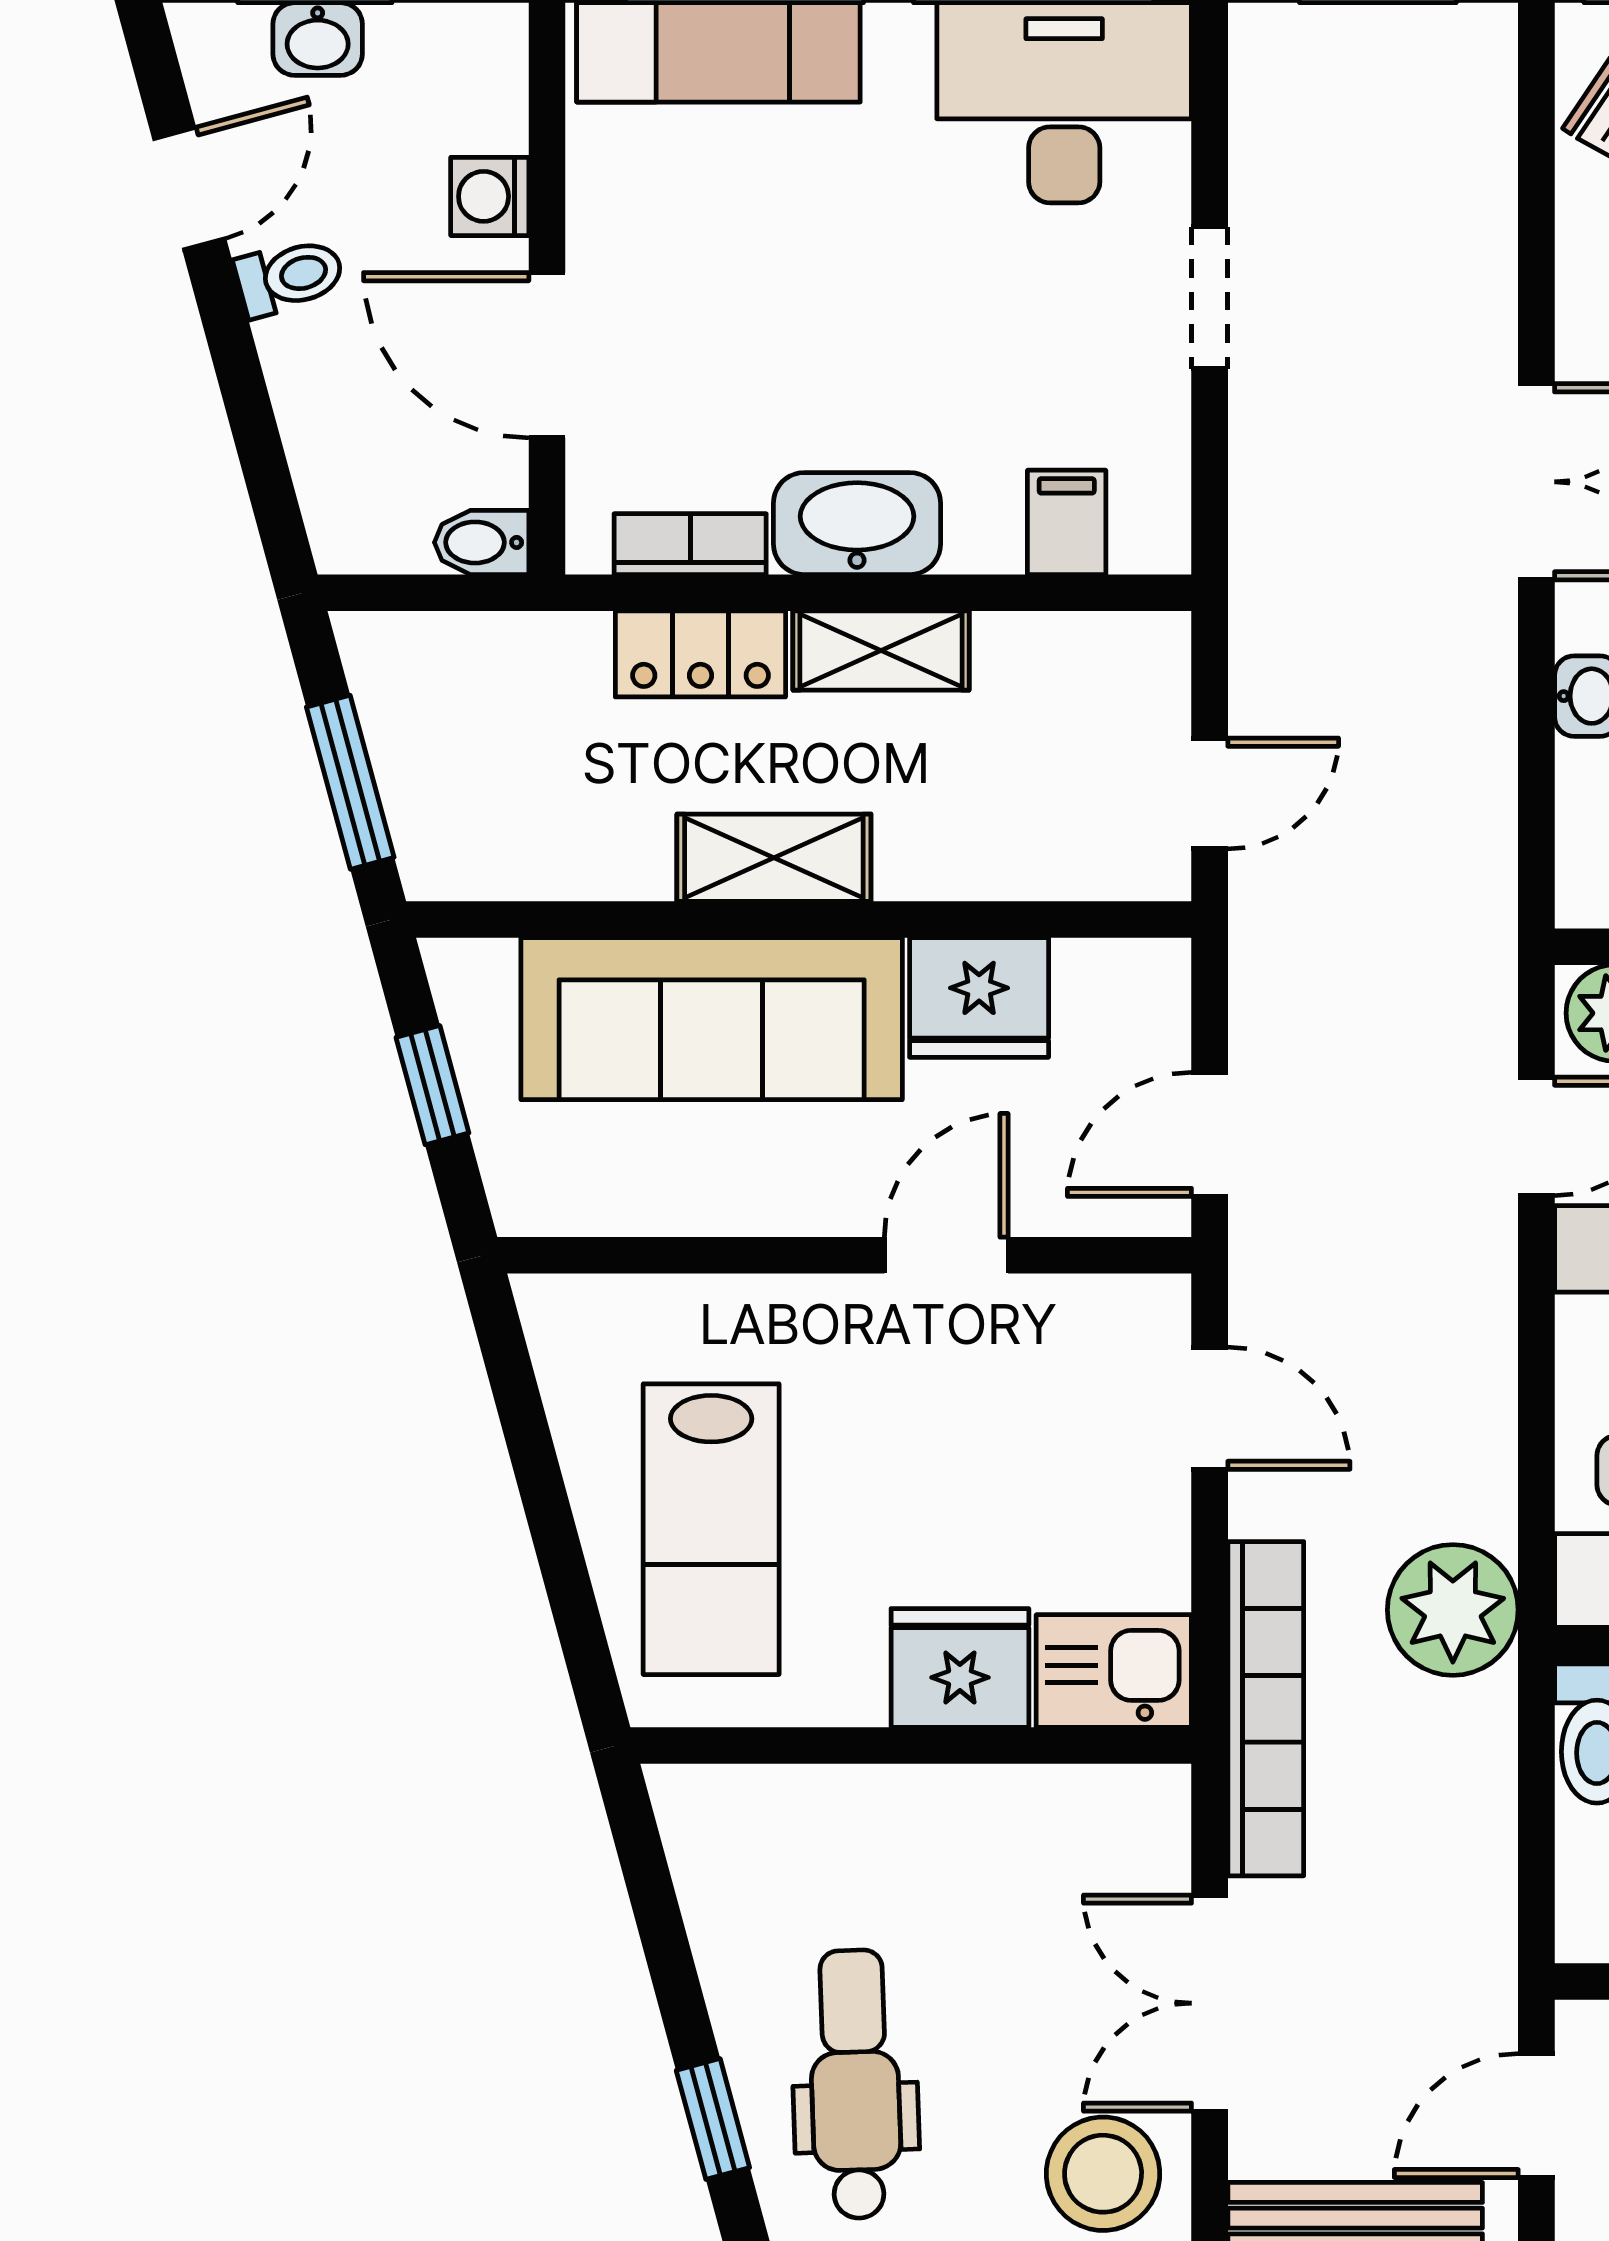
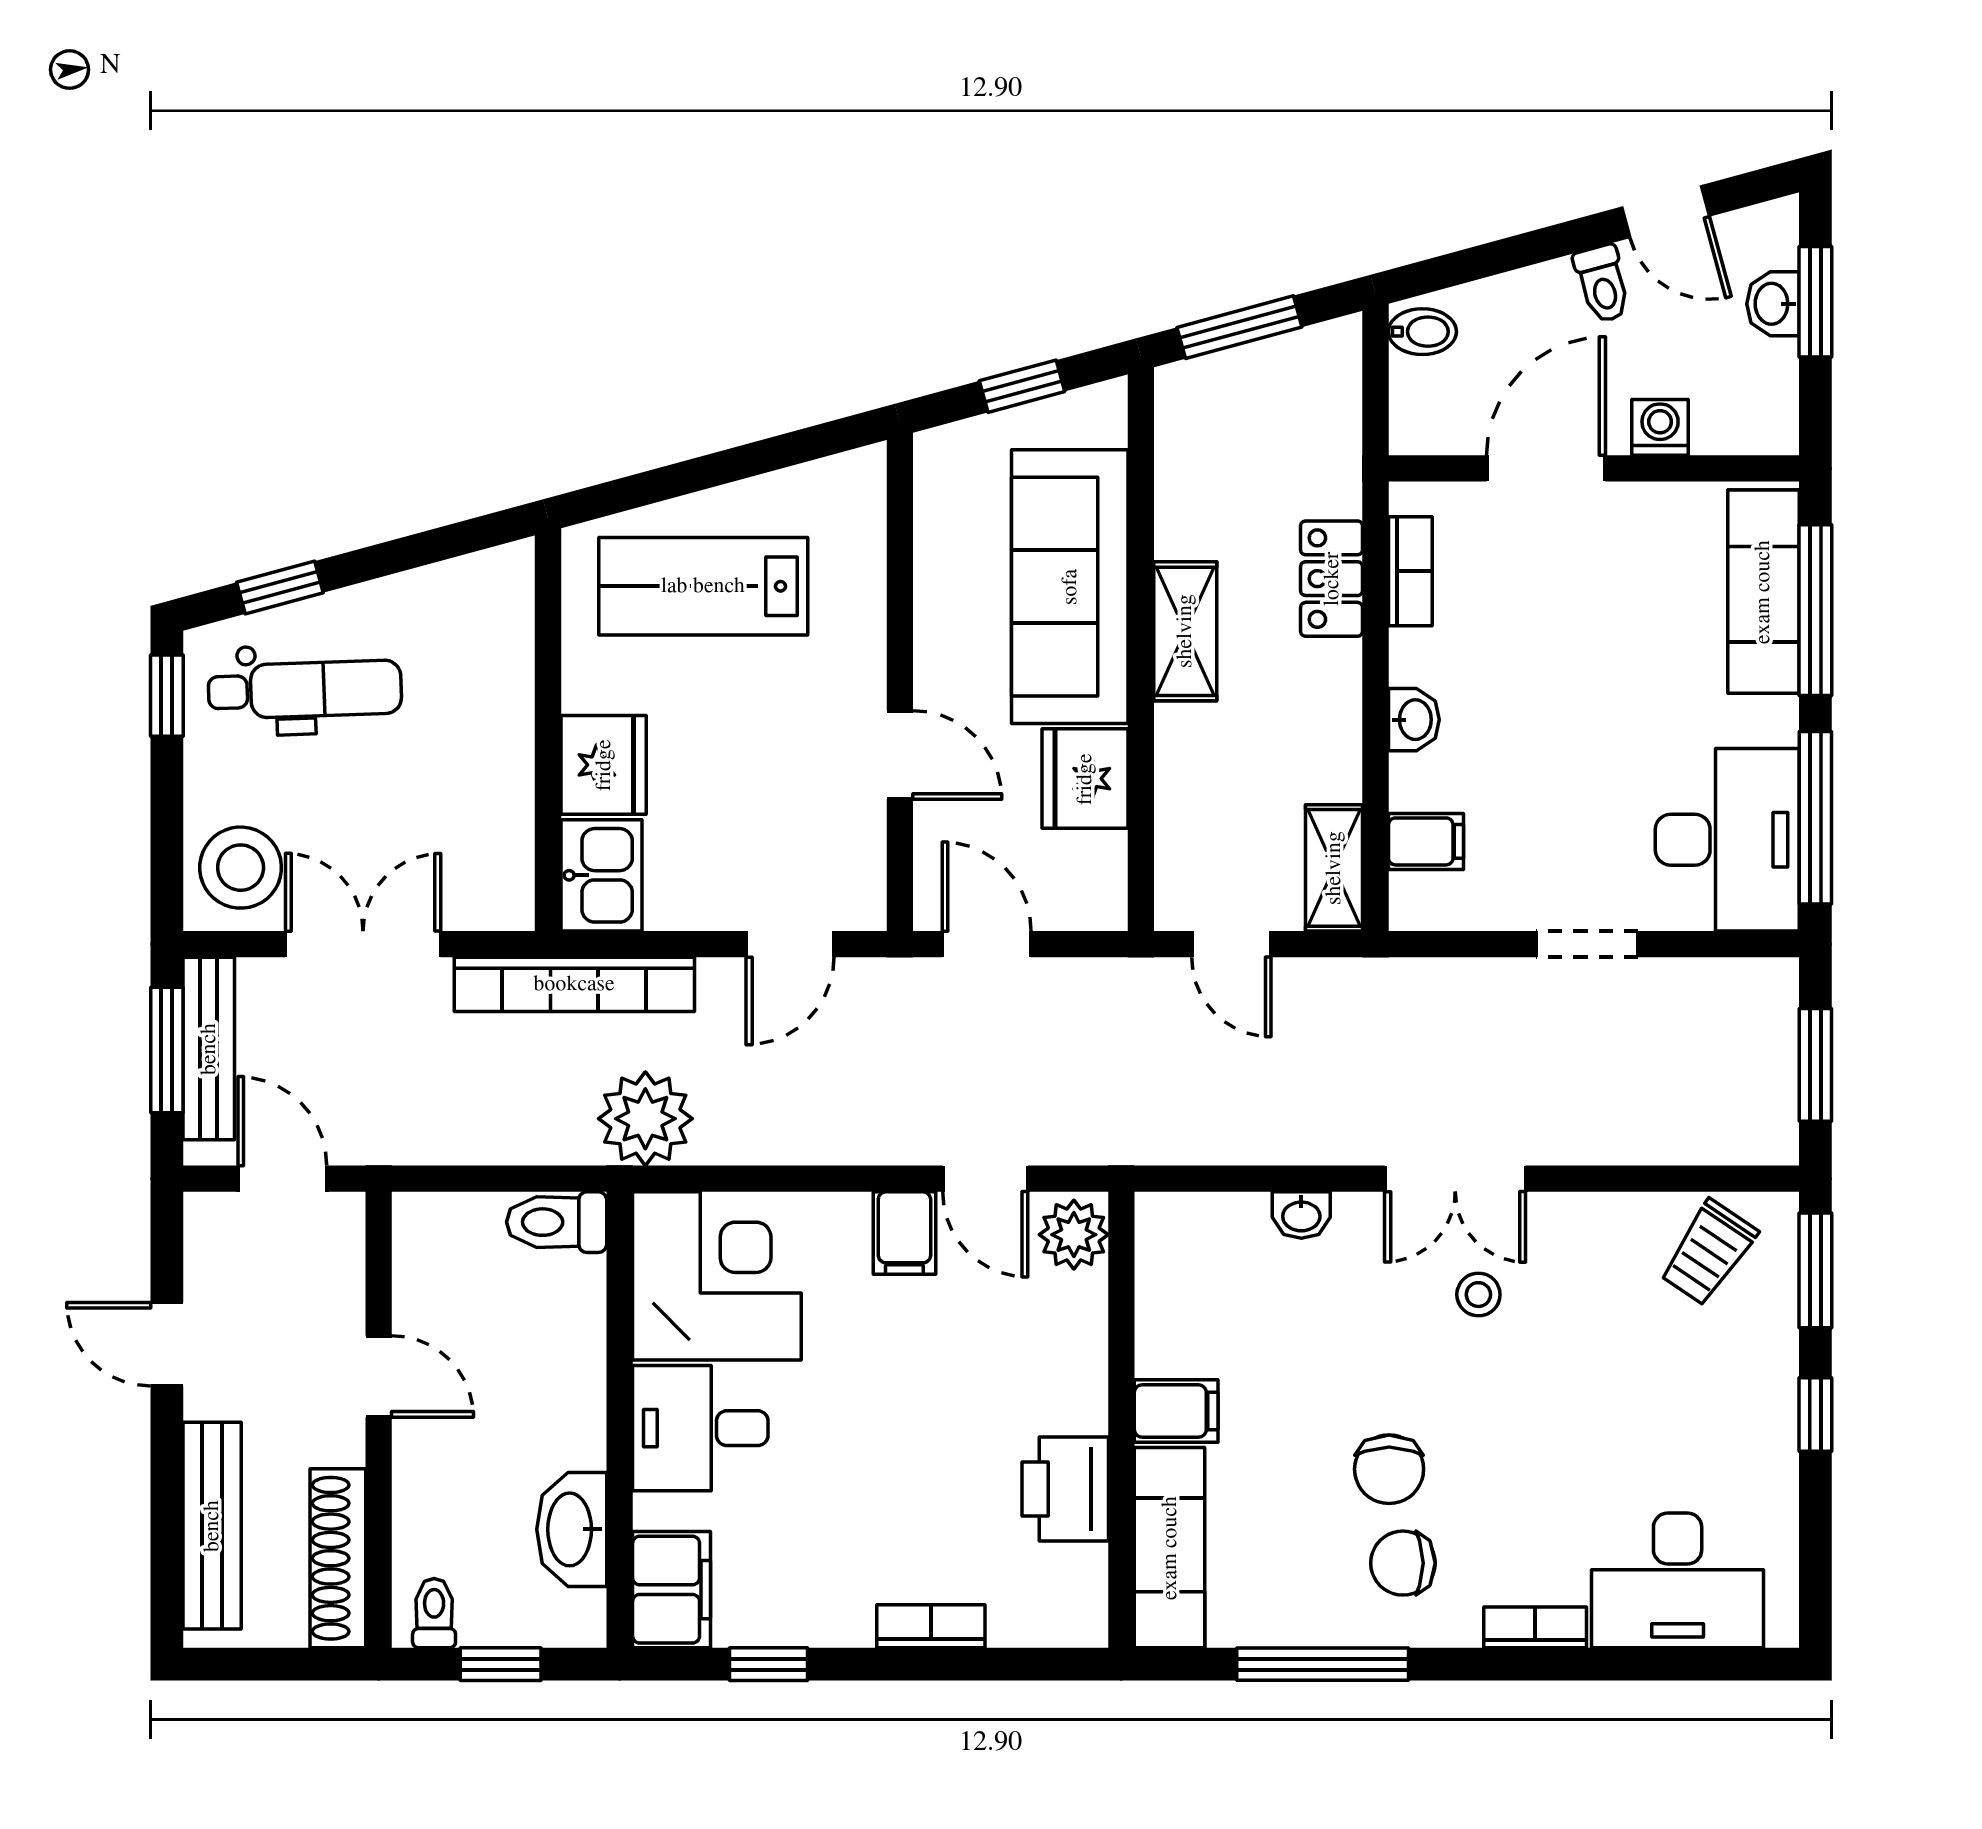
washbasin: (857, 524) -> (1414, 720), width x0.52, depth x0.69
bidet: (482, 542) -> (1422, 332), moved, turned 90
shelving: (881, 651) -> (1334, 868), moved

